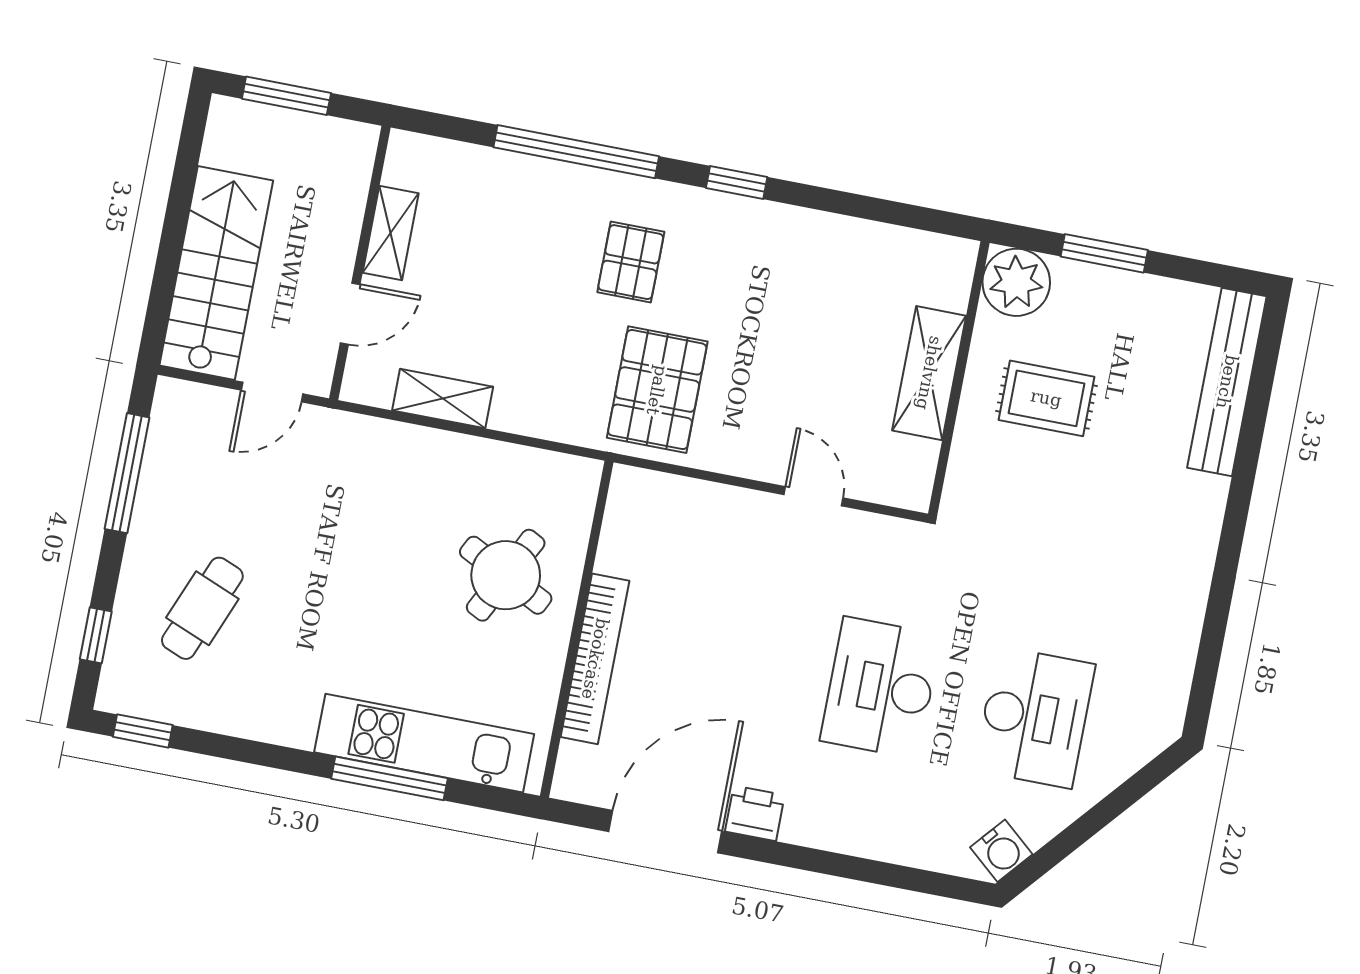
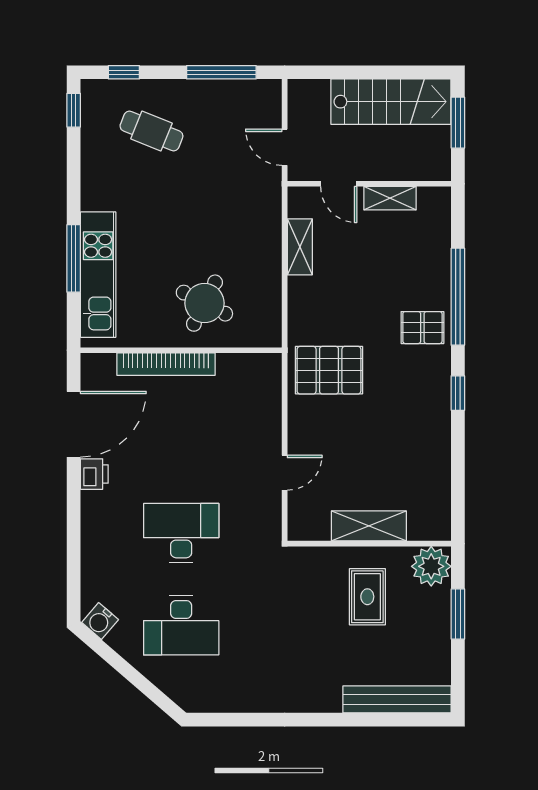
pallet: (631, 262) -> (422, 328), moved
stairs: (216, 273) -> (391, 102), moved
door: (665, 832) -> (74, 424), hinge flipped

